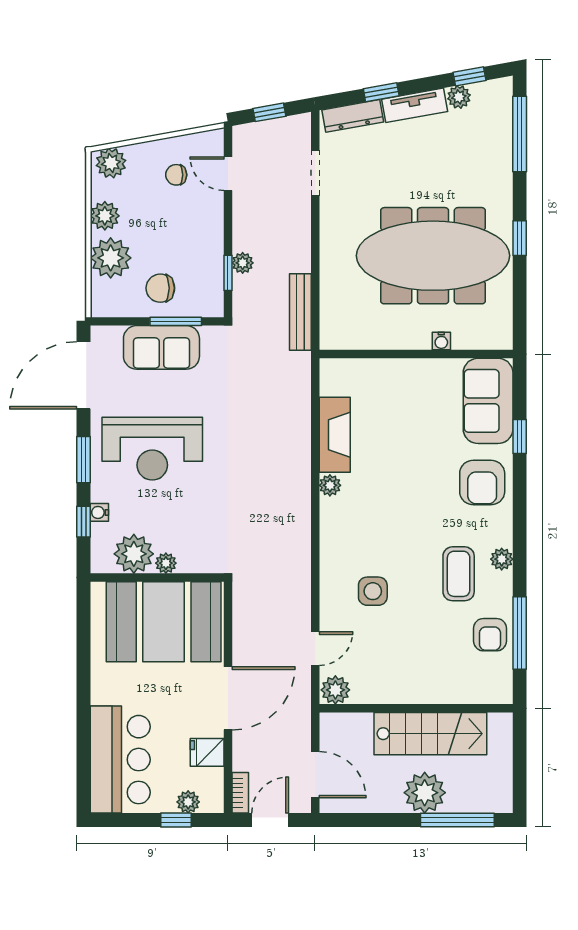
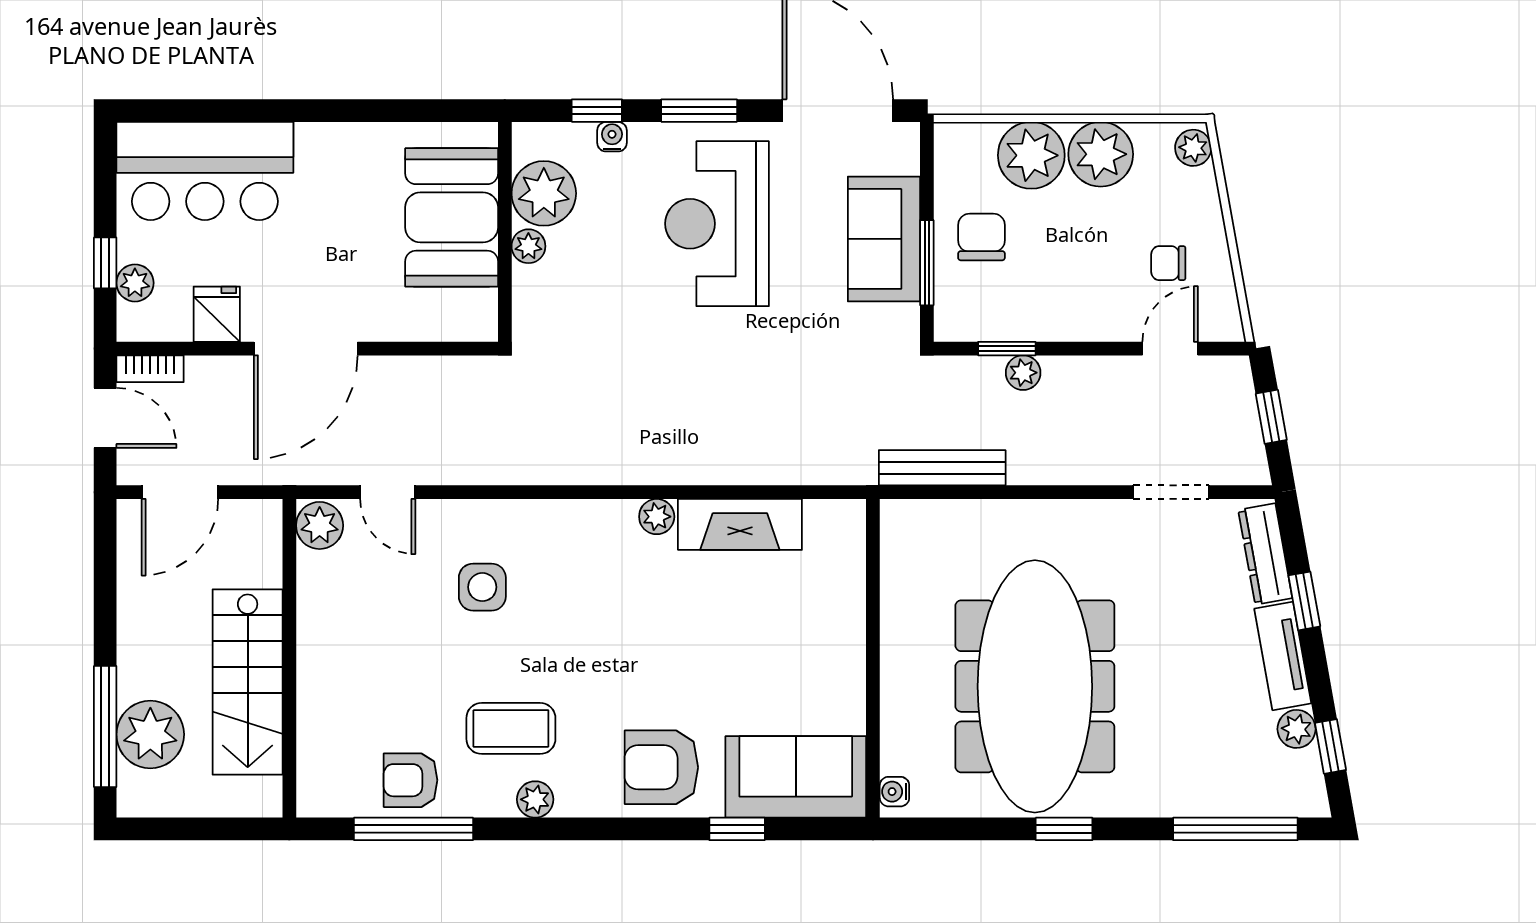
plant: (111, 163) -> (1193, 148), width x0.73, depth x0.73
chair: (176, 175) -> (1168, 263), turned -90
plant: (105, 216) -> (1101, 154), width x1.36, depth x1.36
water cooler: (441, 341) -> (894, 792), moved
booth: (164, 622) -> (452, 217), width x0.73, depth x0.70
door: (228, 698) -> (306, 349), hinge flipped
plant: (425, 793) -> (150, 734), moved

